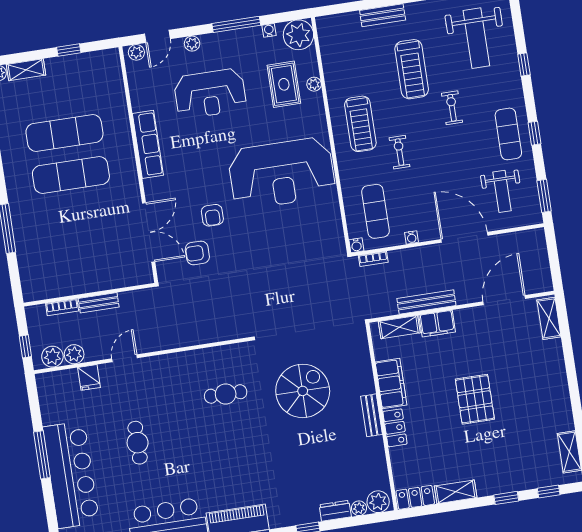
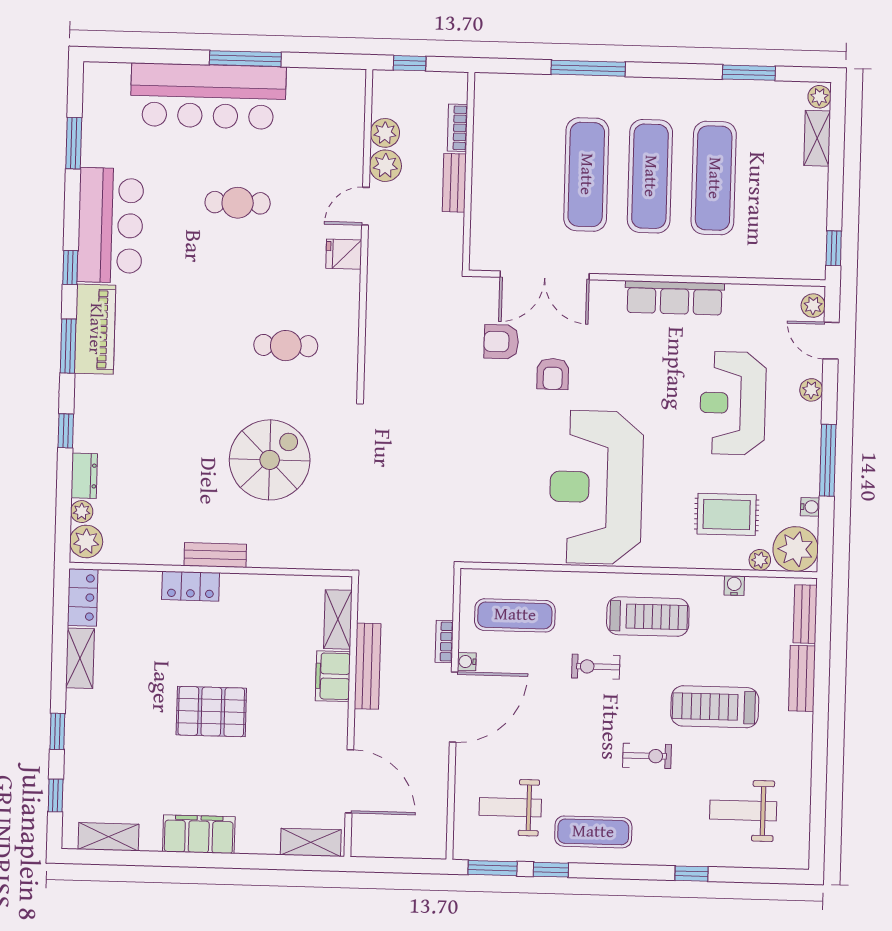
bench: (340, 21) -> (805, 614), added
weight bench: (476, 38) -> (743, 810), width x0.73, depth x0.75
window: (69, 50) -> (834, 248), moved
plant: (314, 84) -> (760, 560), moved
treadmill: (360, 124) -> (648, 617), turned 180
window: (534, 133) -> (551, 870), moved
exercise bike: (399, 152) -> (596, 667), turned 180
armchair: (212, 215) -> (553, 374), turned -90
exercise mat: (77, 217) -> (586, 174), added
door: (464, 237) -> (454, 707), moved
water cooler: (356, 245) -> (734, 585), moved, turned 90
armchair: (197, 253) -> (501, 342), turned -90
bookcase: (373, 259) -> (444, 642), moved
plant: (52, 357) -> (385, 166), moved
door: (125, 358) -> (366, 206), swing flipped
fridge: (89, 377) -> (344, 254), moved
filing cabinet: (391, 383) -> (199, 834), moved, turned 180
spiral stairs: (303, 391) -> (270, 460), turned -90
cafe table: (226, 394) -> (286, 346), turned 90

